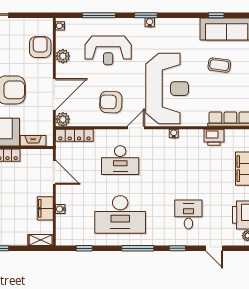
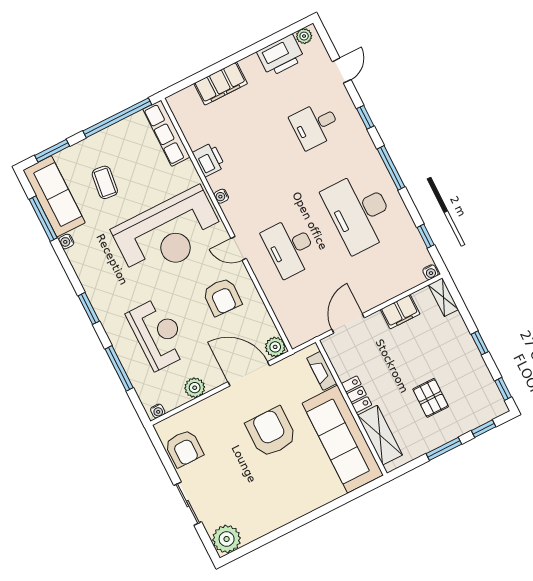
window: (216, 15) -> (43, 219), width x2.17
water cooler: (150, 22) -> (66, 241), moved
armchair: (40, 47) -> (184, 448), moved, turned -90
reception desk: (167, 89) -> (168, 234), turned 180
locker: (74, 135) -> (288, 322), removed
printer: (214, 137) -> (209, 160), moved
desk: (120, 160) -> (290, 247), turned 180
water cooler: (60, 209) -> (430, 272), moved
desk: (120, 214) -> (359, 212), turned 180

